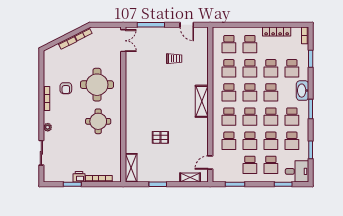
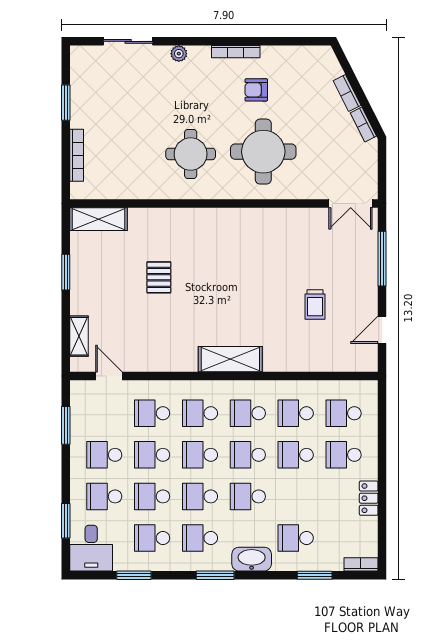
locker: (277, 31) -> (369, 498), width x0.66
school desk: (271, 68) -> (296, 496), removed
printer: (79, 177) -> (80, 116), removed

